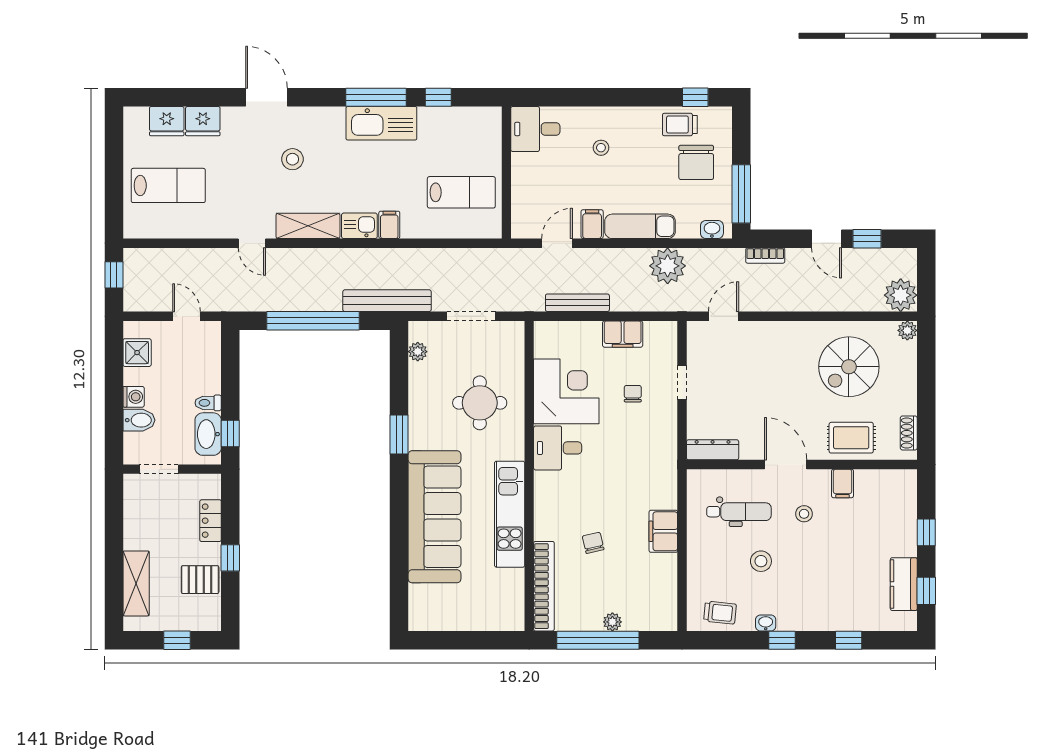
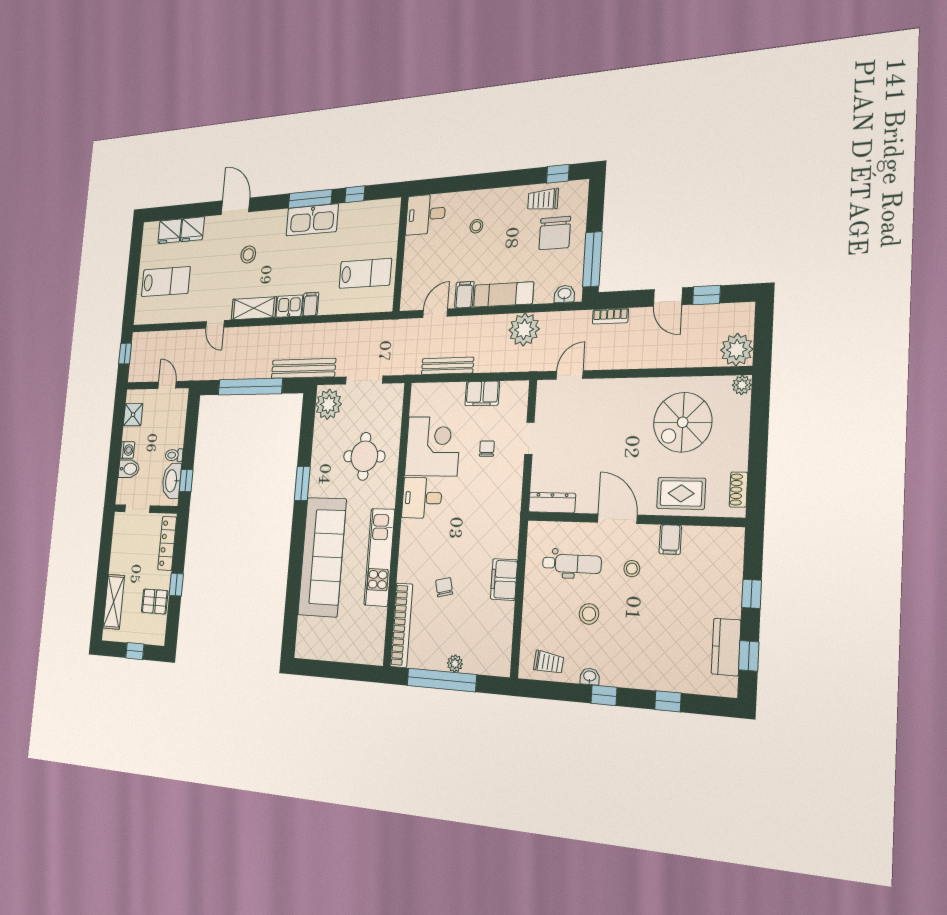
plant: (418, 352) -> (328, 404), width x1.88, depth x1.88
locker: (211, 521) -> (167, 543), width x1.53

